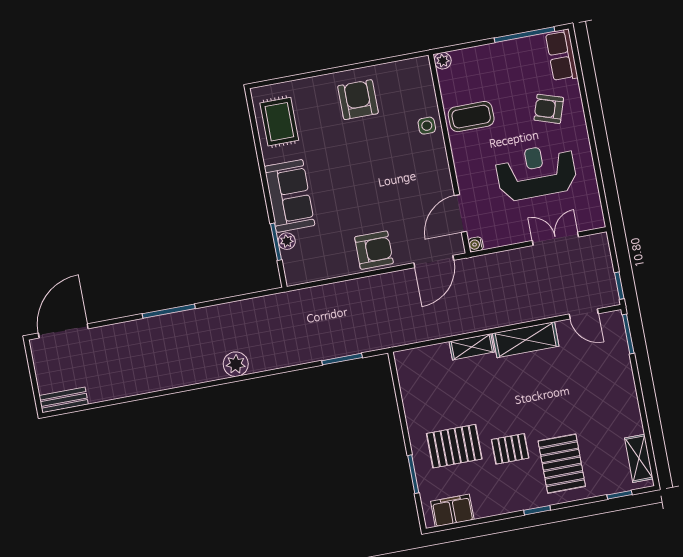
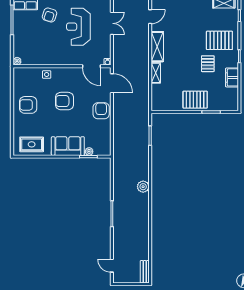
coffee table: (471, 117) -> (46, 53), removed
armchair: (380, 172) -> (65, 101), added
double door: (555, 239) -> (112, 23), swing flipped
door: (63, 331) -> (112, 266), width x0.53
pallet: (454, 446) -> (195, 100), moved, turned 90
filing cabinet: (452, 510) -> (232, 77), moved

